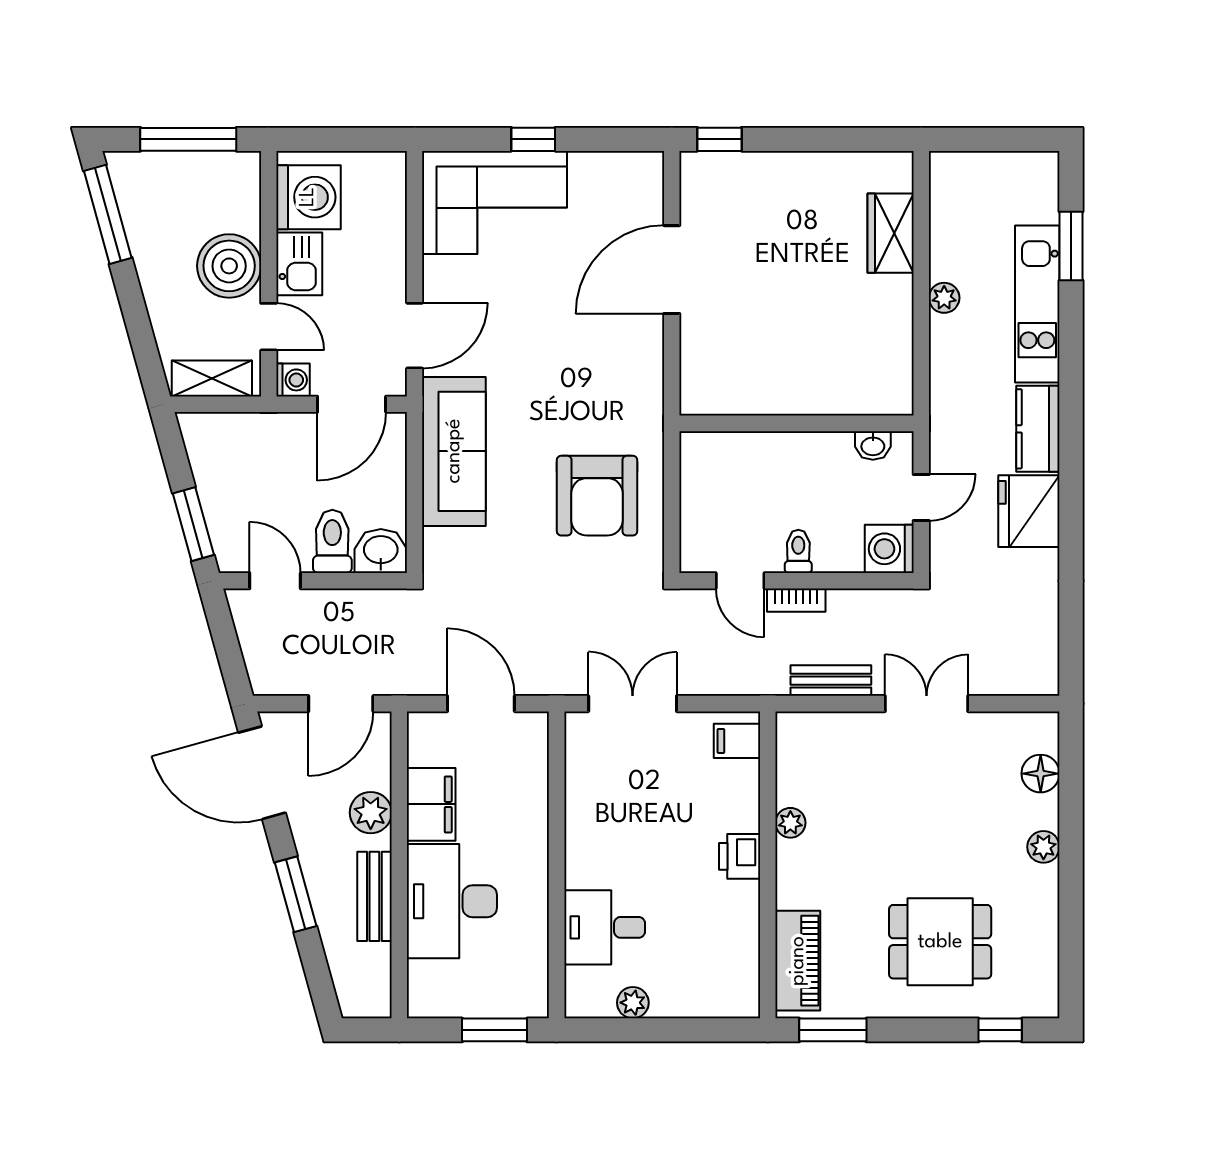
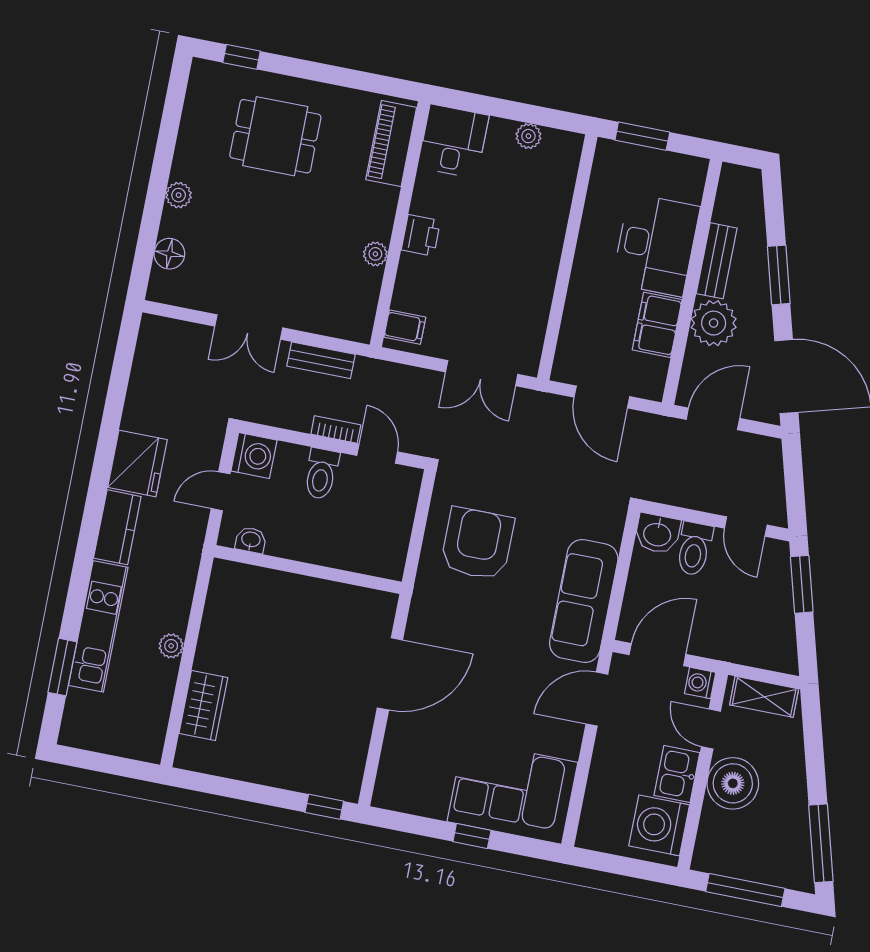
door: (672, 270) -> (390, 674), moved
toilet: (798, 551) -> (321, 474), width x1.37, depth x1.39
plant: (371, 813) -> (714, 323), width x1.36, depth x1.36
desk: (605, 927) -> (453, 141), moved, turned -90
window: (833, 1030) -> (374, 83), removed

